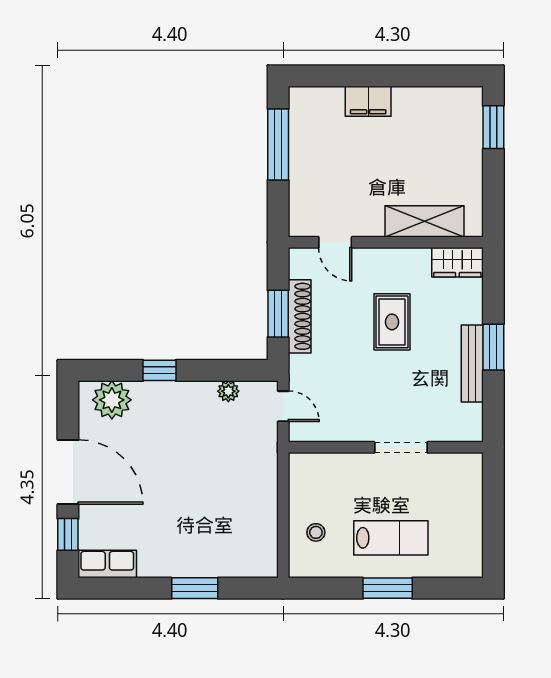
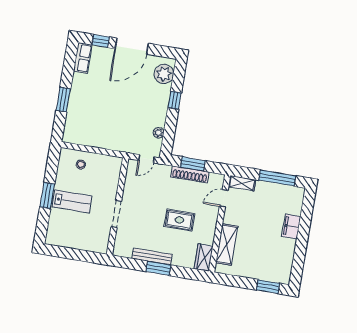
shelving: (300, 211) -> (242, 183), added
lab bench: (391, 538) -> (72, 201), turned -90

